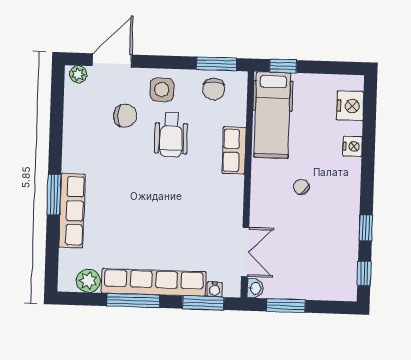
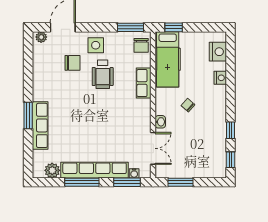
chair: (214, 89) -> (141, 45), moved
washbasin: (255, 288) -> (160, 122), moved

